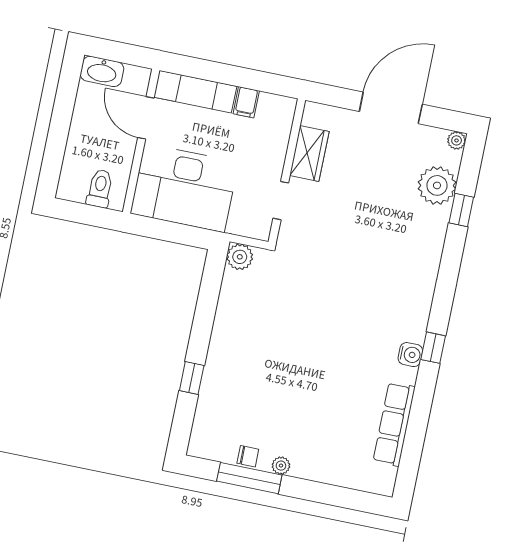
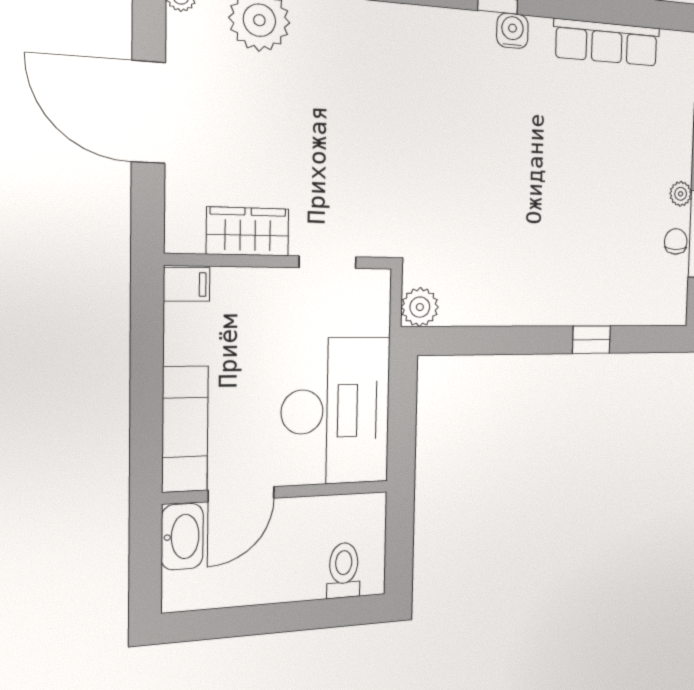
washbasin: (102, 71) -> (182, 537), moved
filing cabinet: (246, 102) -> (187, 284), moved
toilet: (100, 189) -> (344, 570), moved, turned 90

